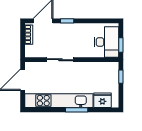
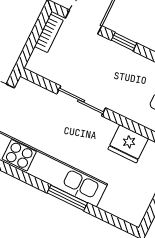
fridge: (102, 100) -> (128, 144), moved, turned 180

